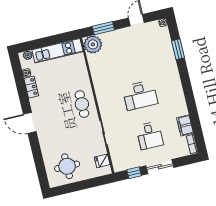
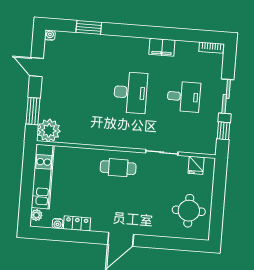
filing cabinet: (185, 125) -> (162, 47), moved

